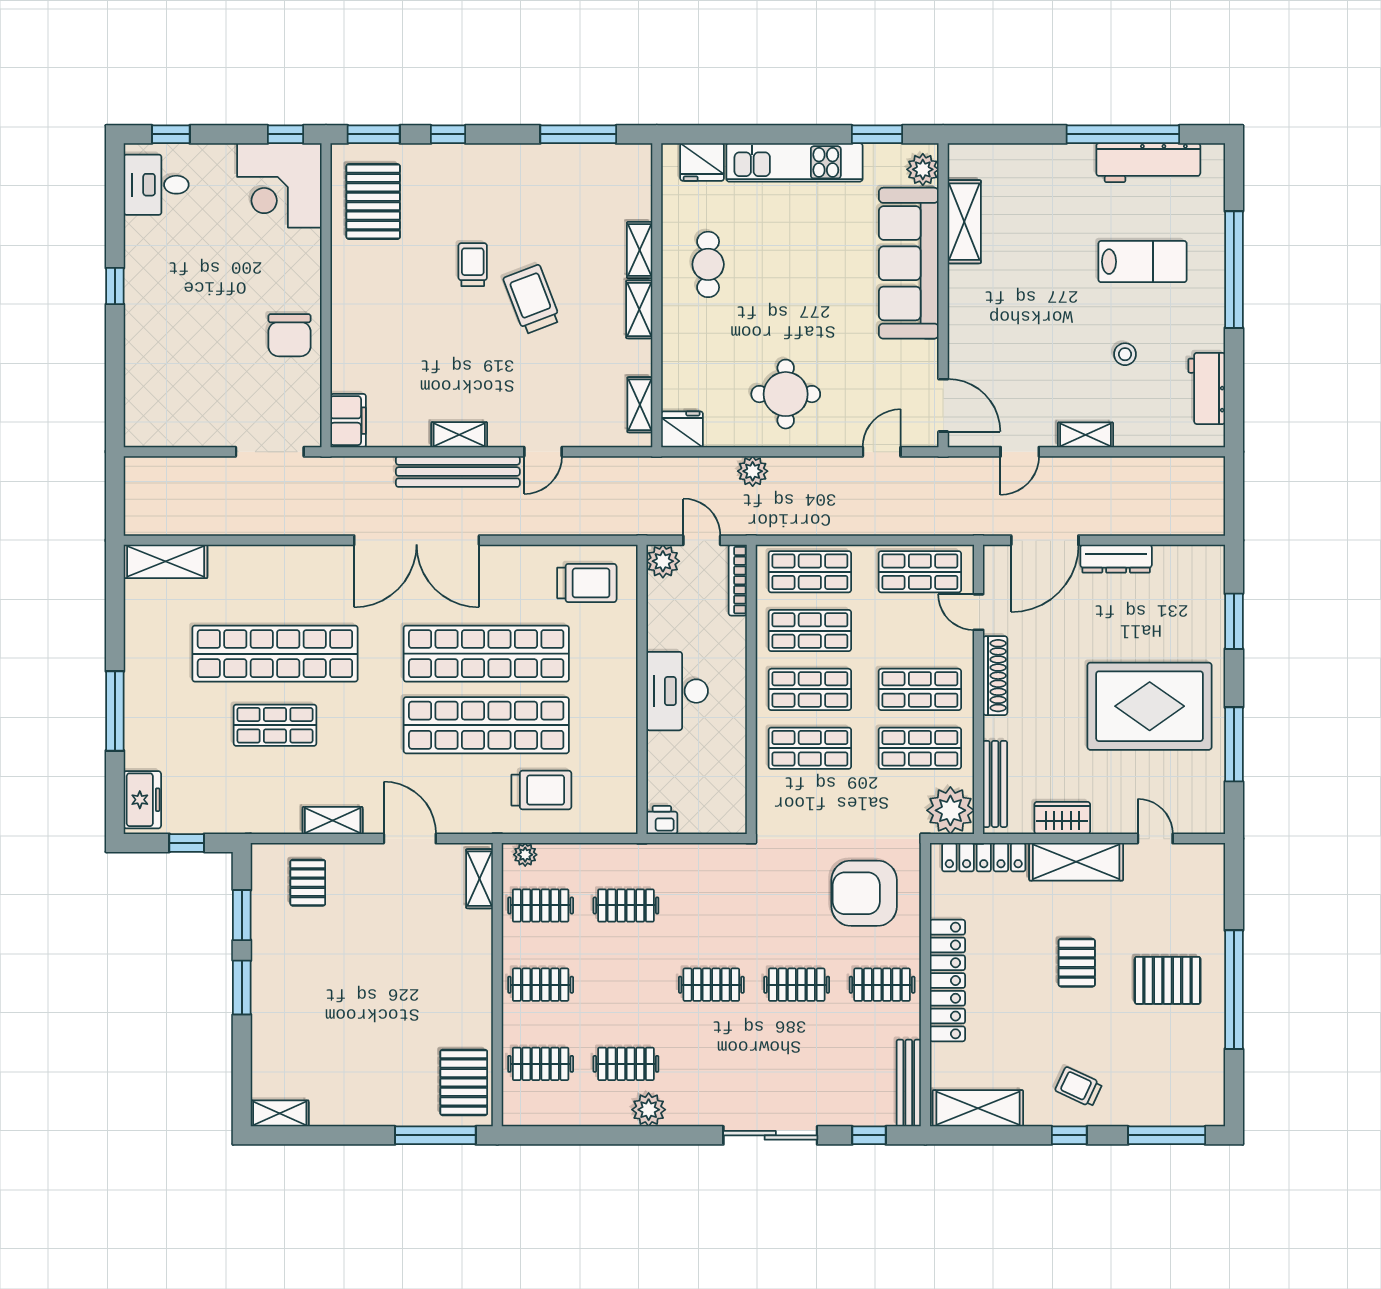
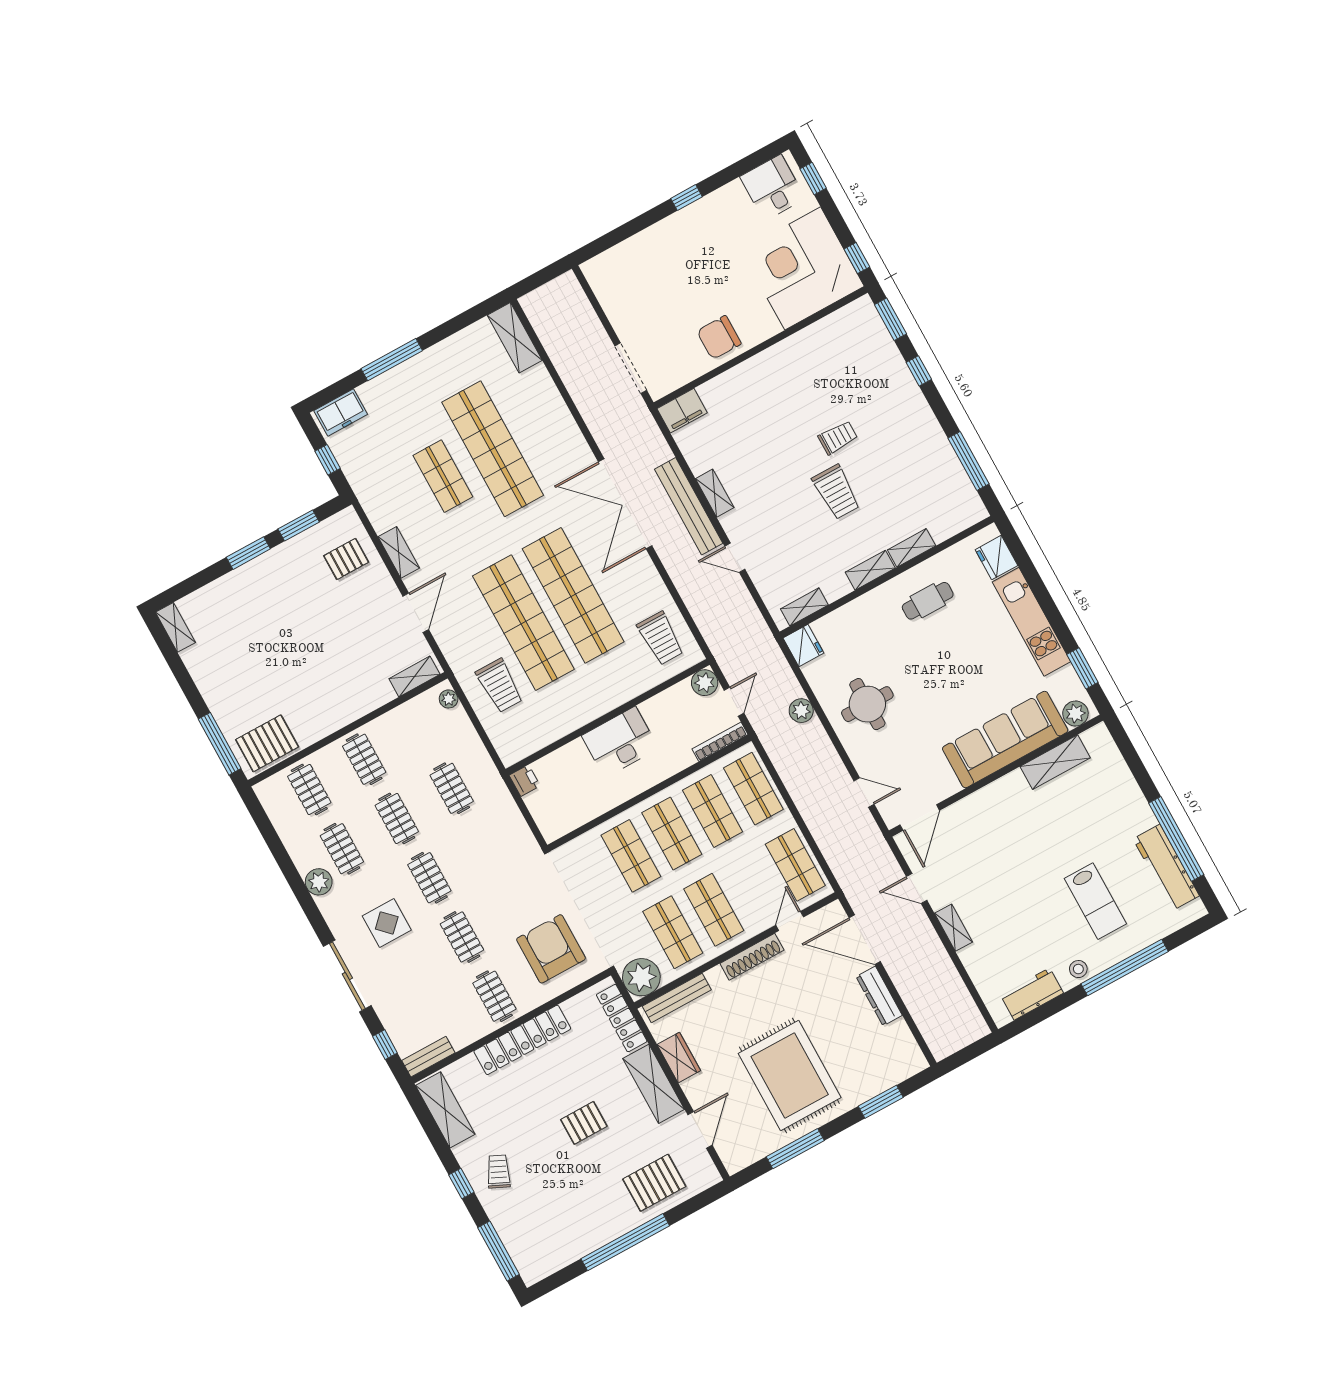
corner desk: (279, 185) -> (803, 268), width x1.36, depth x1.36
pallet: (373, 202) -> (844, 344), removed
trolley: (532, 299) -> (836, 492), turned 111
stool: (1125, 354) -> (1078, 969), moved
door: (1155, 839) -> (700, 1130), width x1.38
clothes rail: (541, 905) -> (397, 819), moved
pallet: (1168, 980) -> (654, 1183), moved, turned 90
display table: (735, 1059) -> (387, 923), added
bench: (909, 1083) -> (428, 1057), width x0.73

